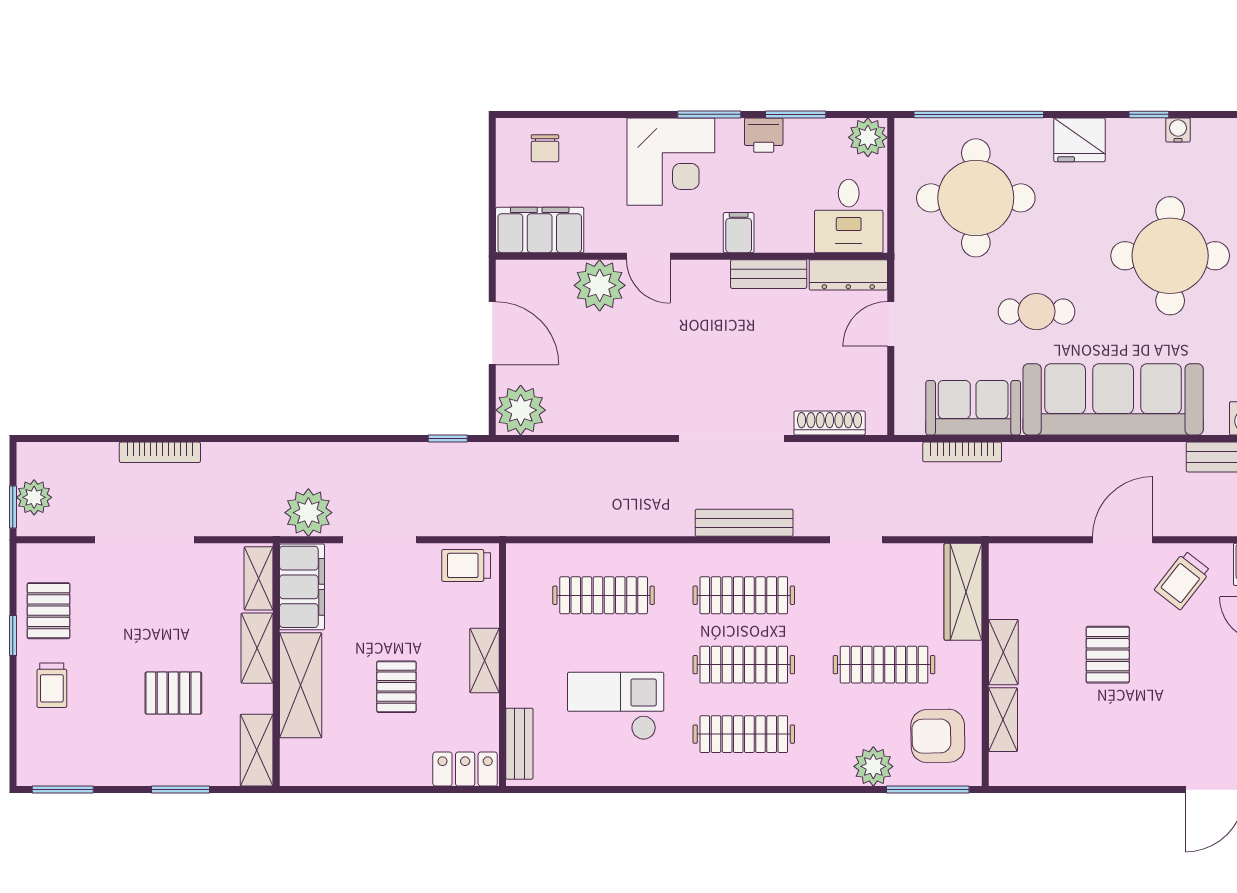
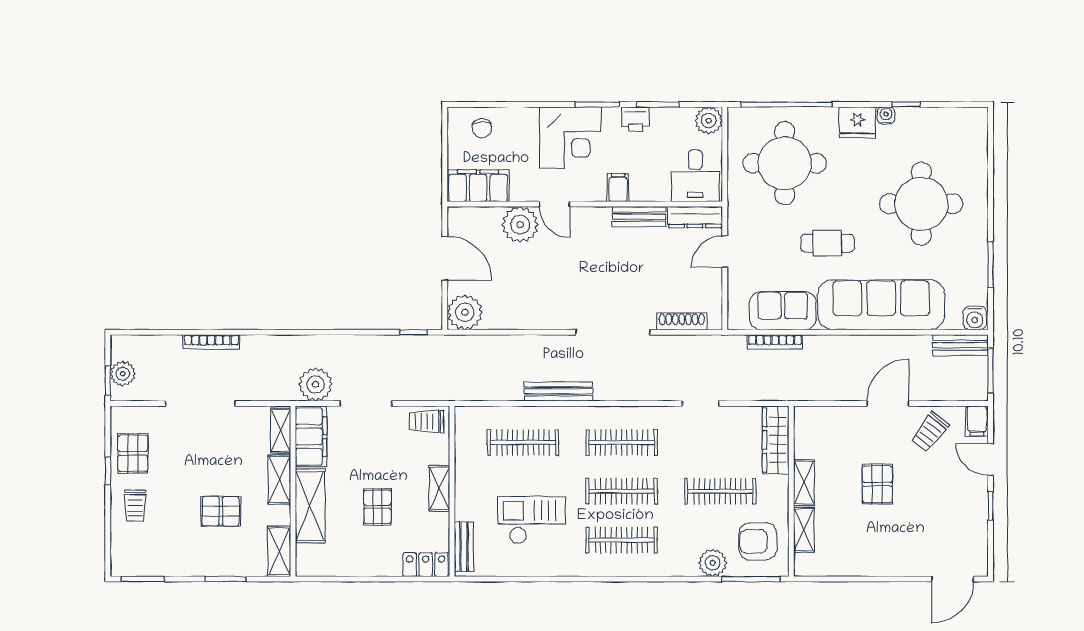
water cooler: (1178, 130) -> (886, 115), moved
bench: (744, 523) -> (558, 391), moved

